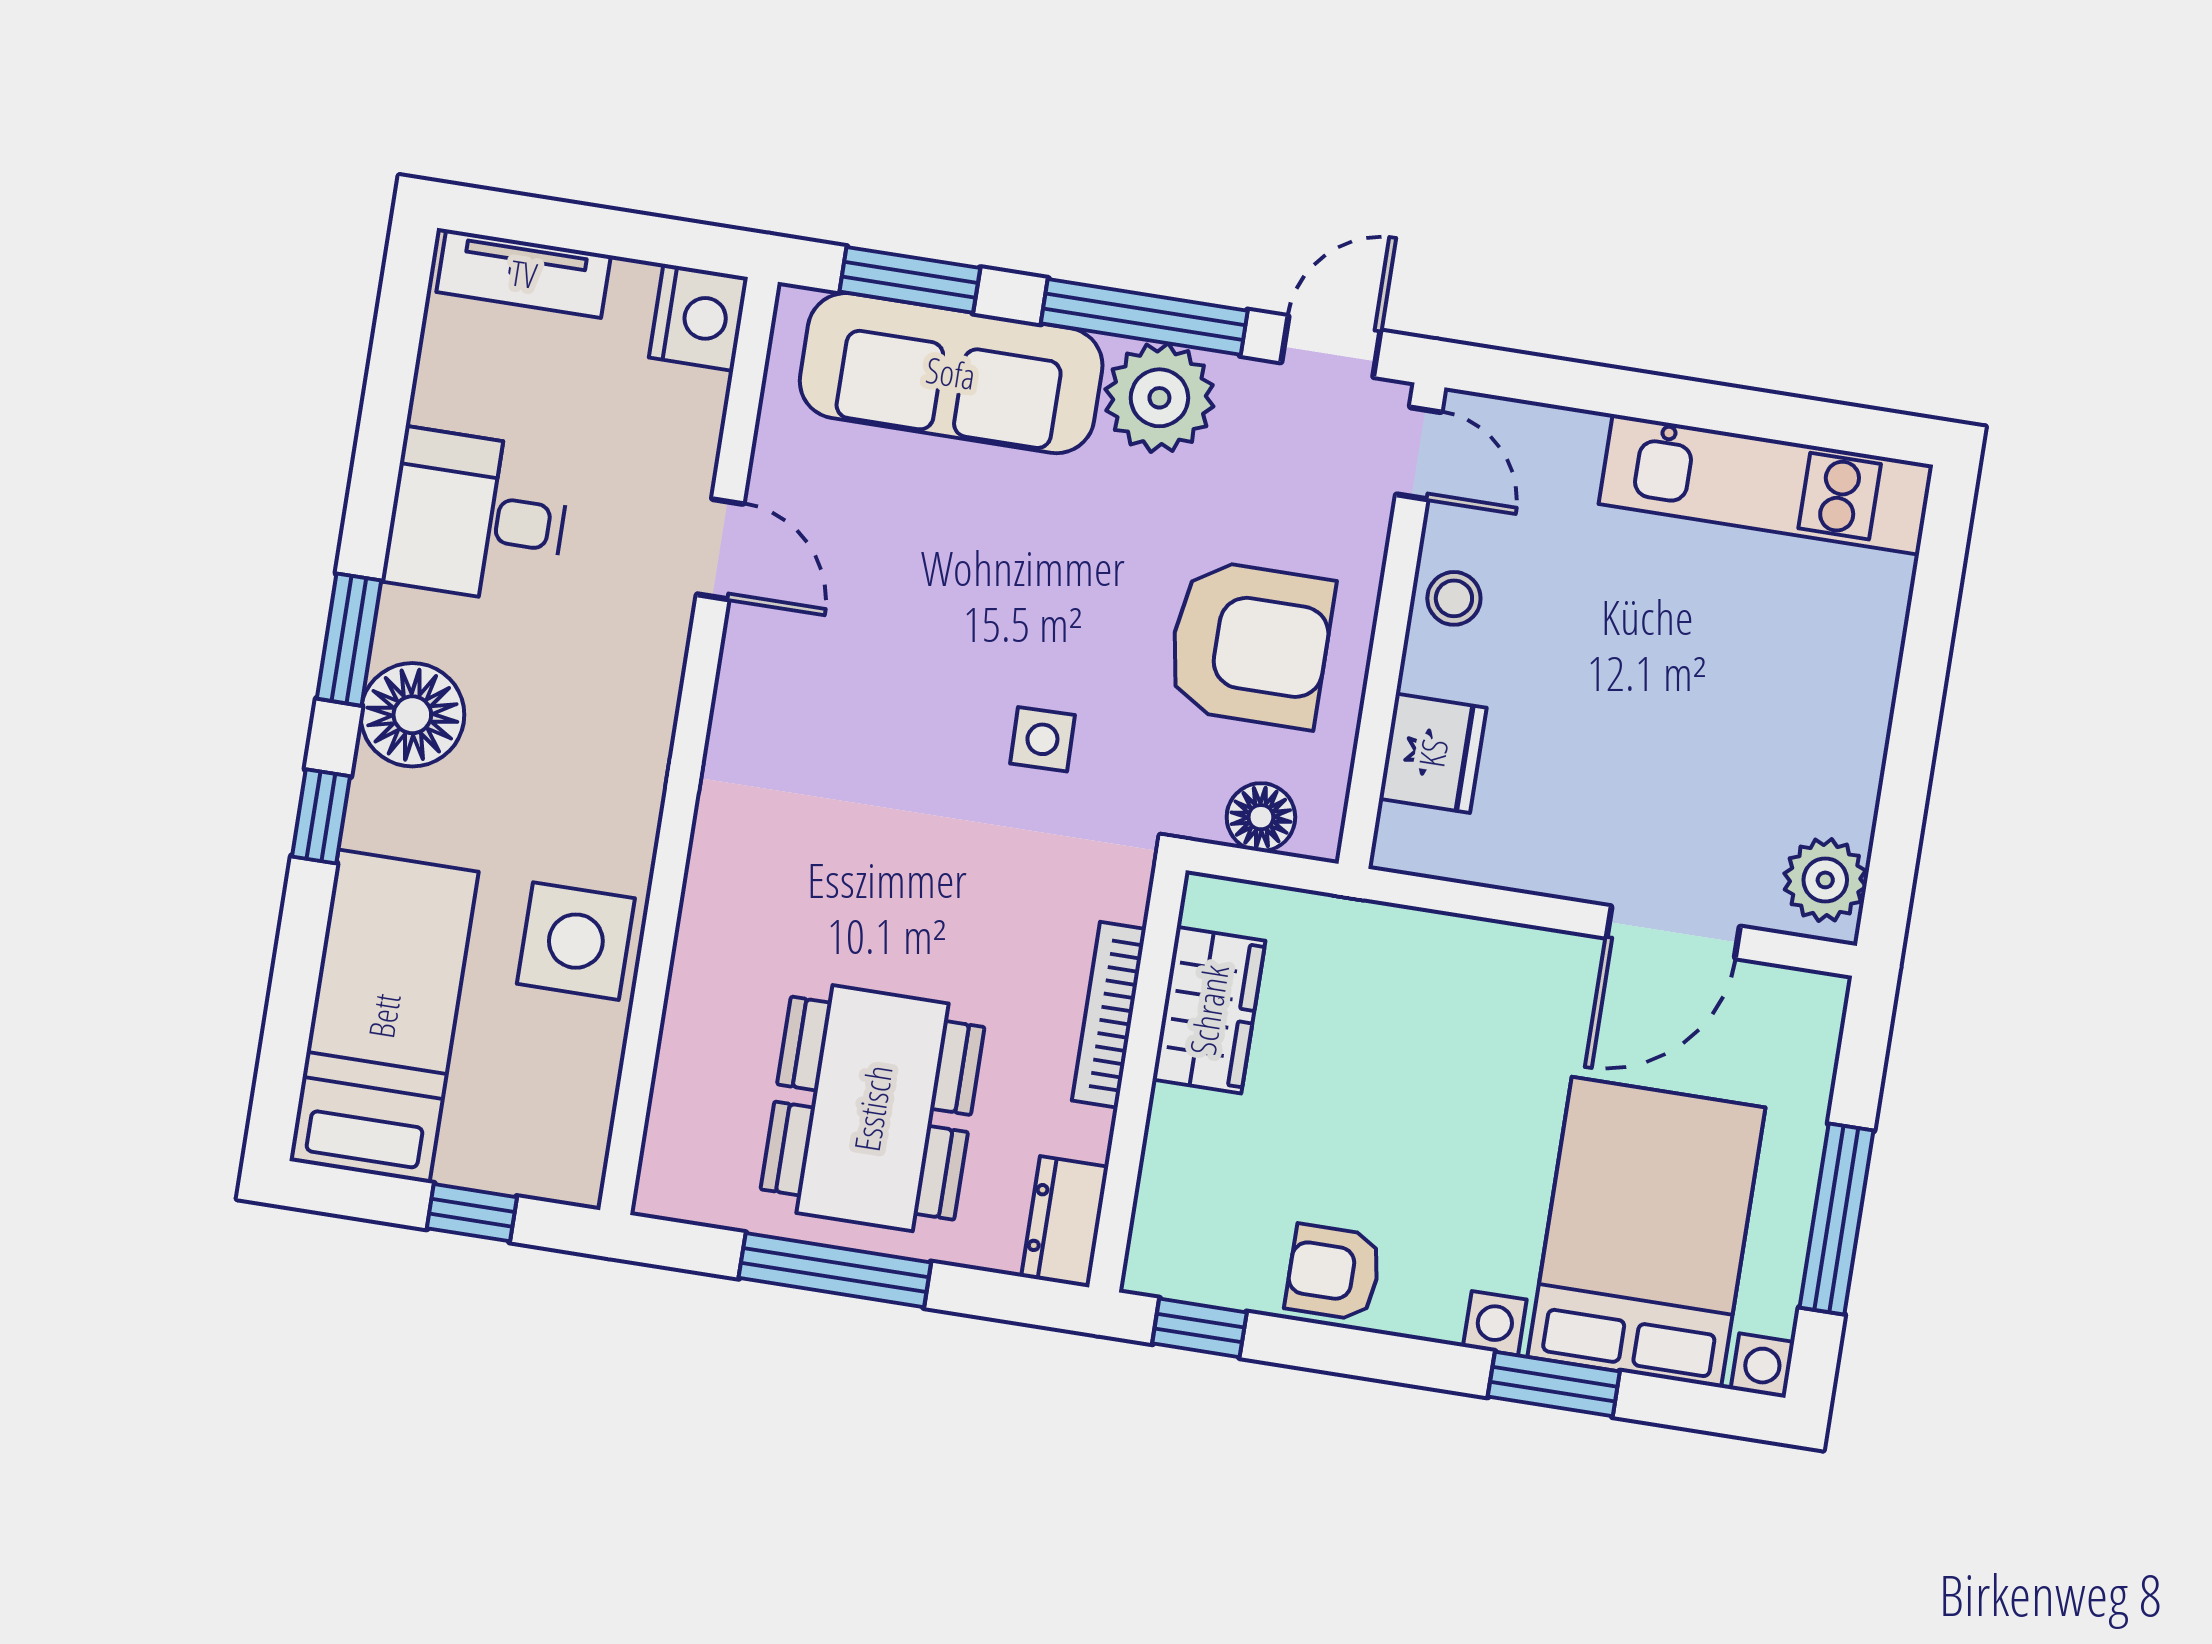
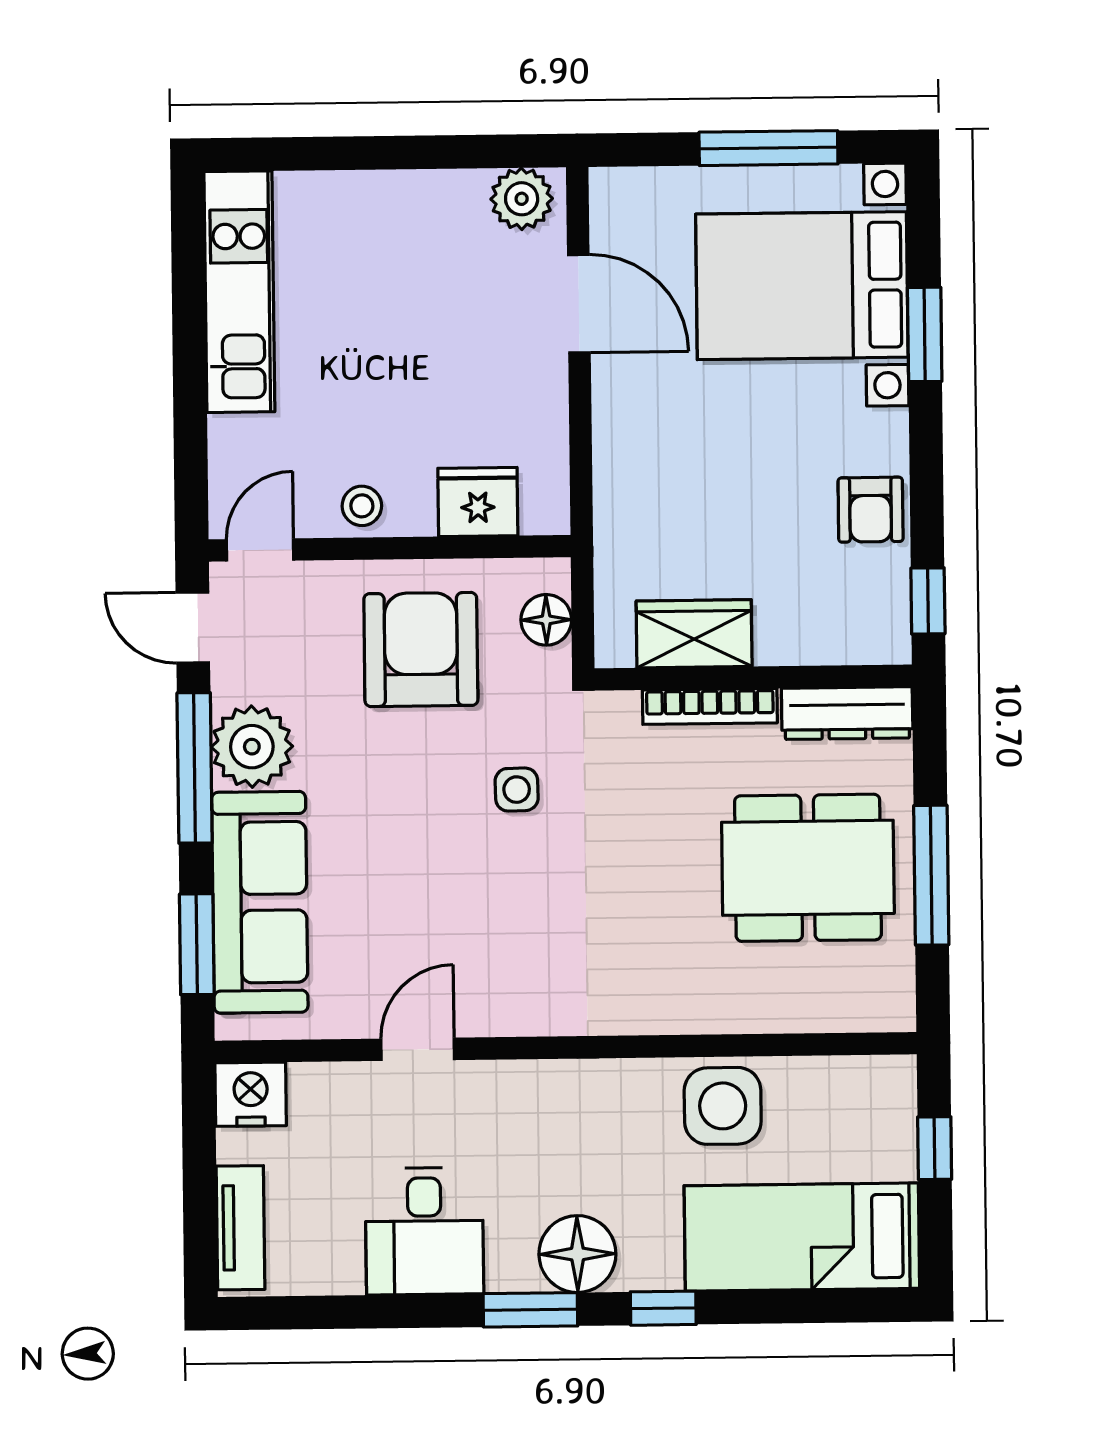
dresser: (1065, 1222) -> (847, 713), width x1.44

